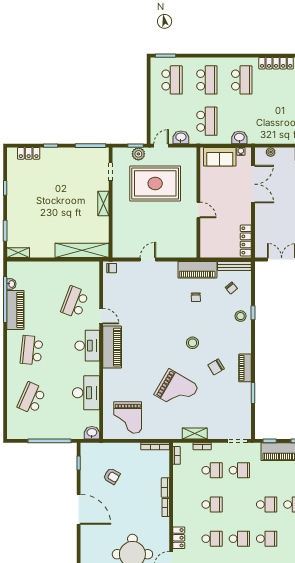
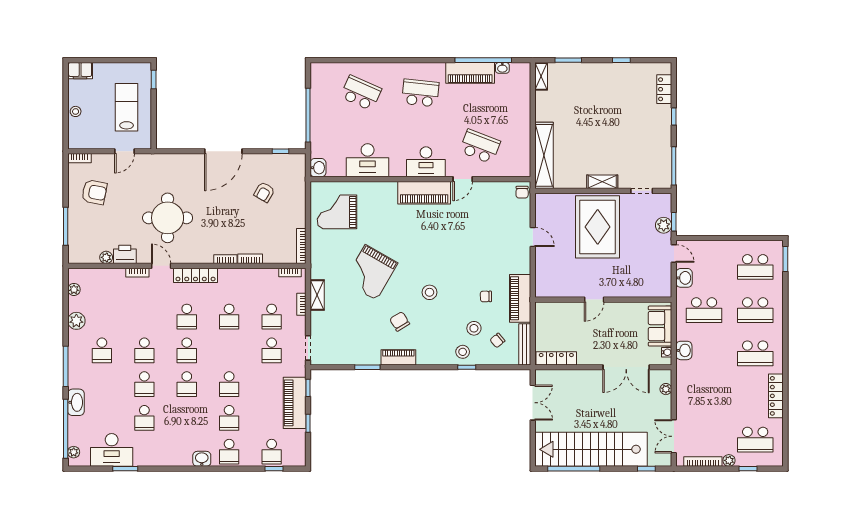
rug: (155, 183) -> (598, 227), moved
stool: (222, 307) -> (474, 328), added
locker: (179, 538) -> (196, 275), width x1.53

